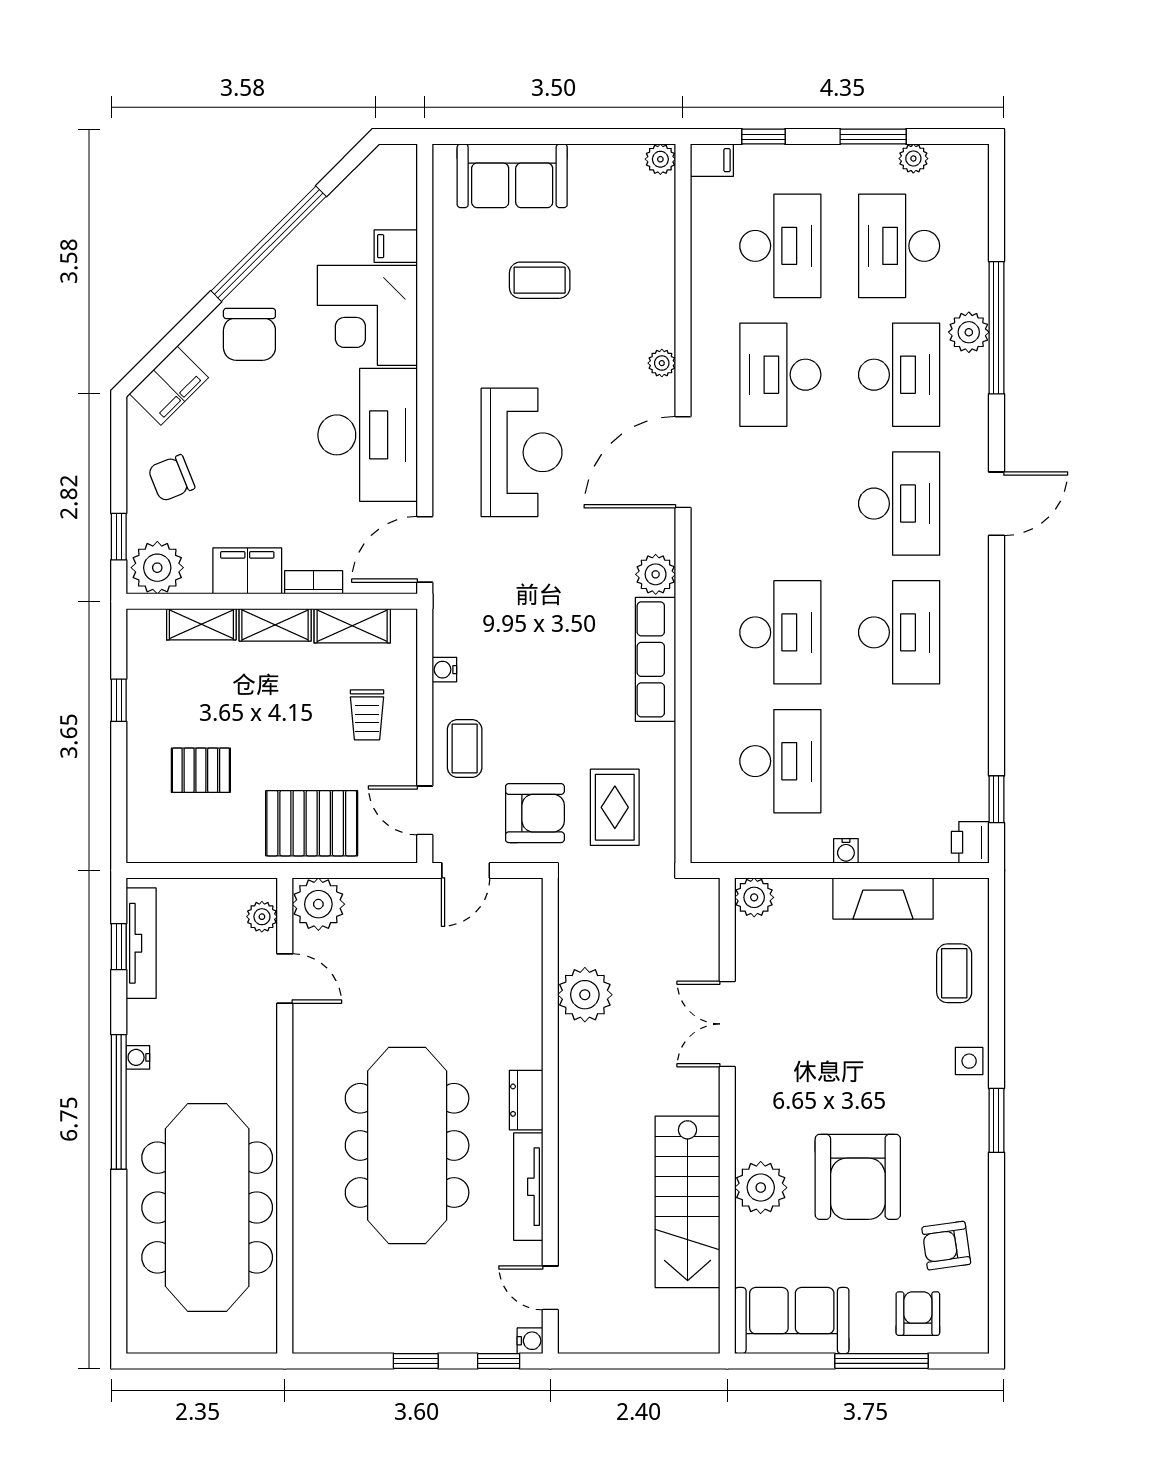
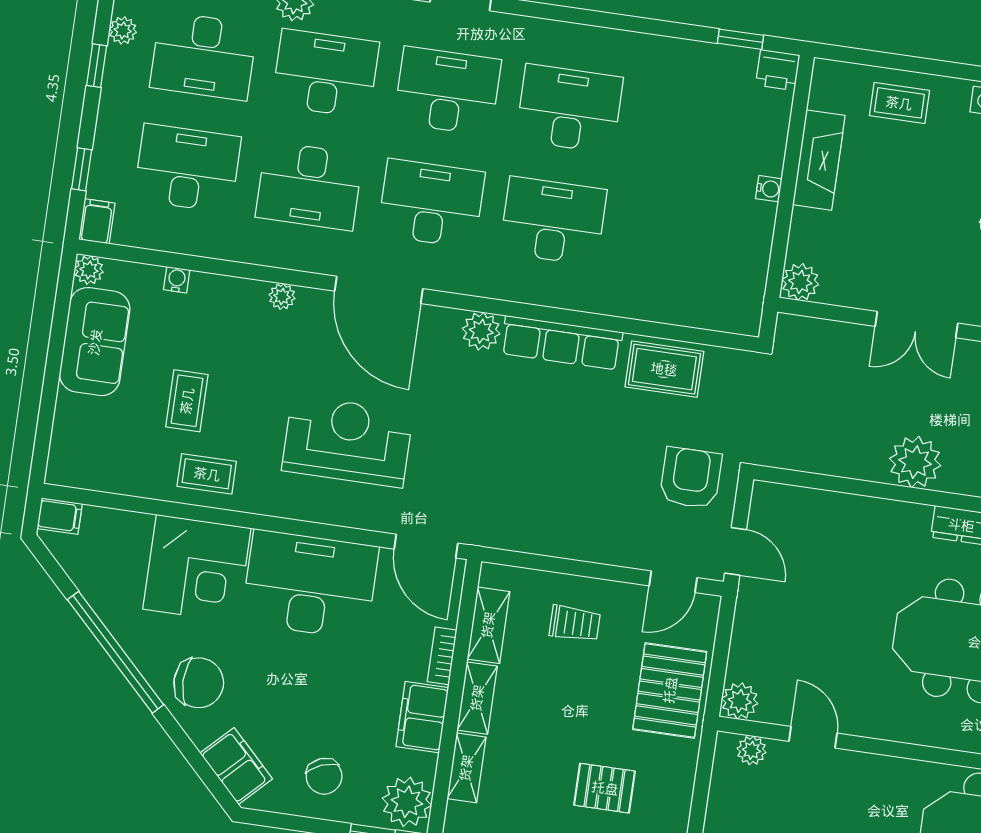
window: (873, 137) -> (97, 66), width x0.67
sofa: (512, 176) -> (95, 342), moved
filing cabinet: (396, 246) -> (60, 516), moved, turned -90
water cooler: (444, 670) -> (177, 280), moved, turned 180
coffee table: (465, 748) -> (207, 474), moved
desk: (780, 761) -> (431, 203), moved
pallet: (201, 770) -> (605, 788), turned 90
rug: (615, 807) -> (664, 369), moved
plant: (318, 904) -> (740, 701), width x0.73, depth x0.73
door: (285, 978) -> (813, 737), hinge flipped
plant: (585, 995) -> (915, 462), moved

